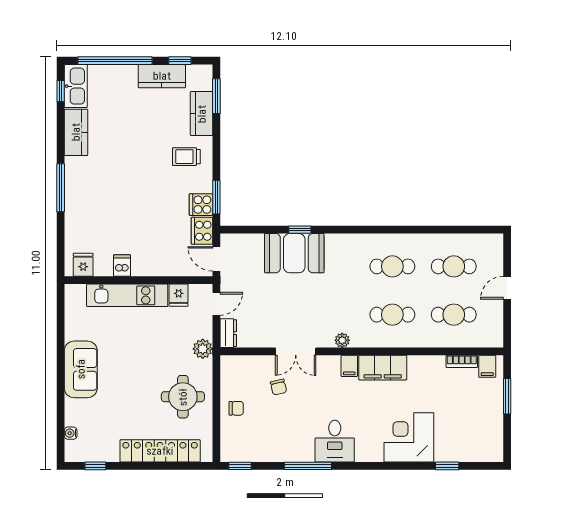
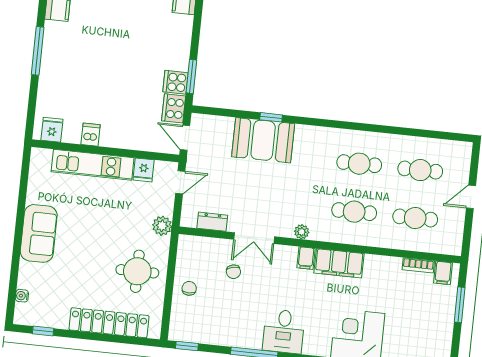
trolley: (186, 157) -> (166, 33), removed
dresser: (228, 333) -> (212, 222), moved, turned -90
chair: (236, 408) -> (189, 288), turned -90

